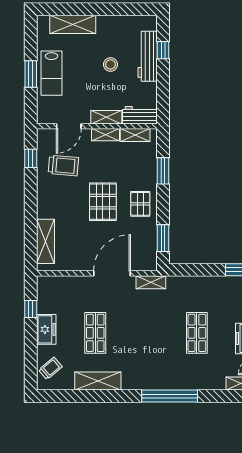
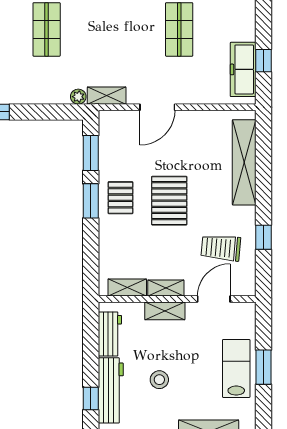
workbench: (140, 115) -> (110, 334), moved, turned -90
window: (31, 158) -> (263, 237), moved
window: (163, 171) -> (91, 201), moved
shelving: (45, 241) -> (244, 162), width x1.47
door: (112, 273) -> (157, 107), width x0.73
plant: (173, 281) -> (78, 97), added
freezer: (46, 329) -> (243, 69), moved, width x1.40

